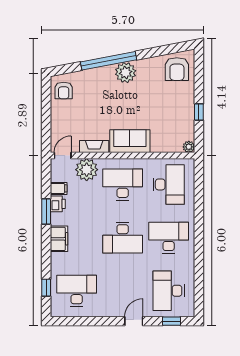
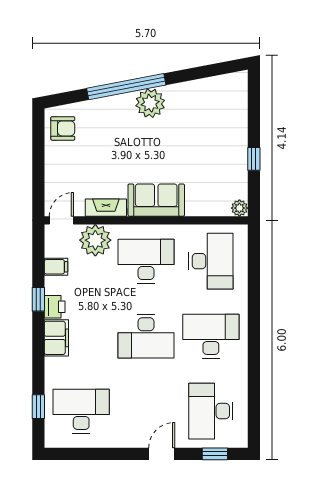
armchair: (177, 69) -> (223, 98), removed
armchair: (64, 90) -> (63, 128), turned -90
printer: (58, 204) -> (55, 307), moved
window: (46, 212) -> (38, 299), width x0.67

